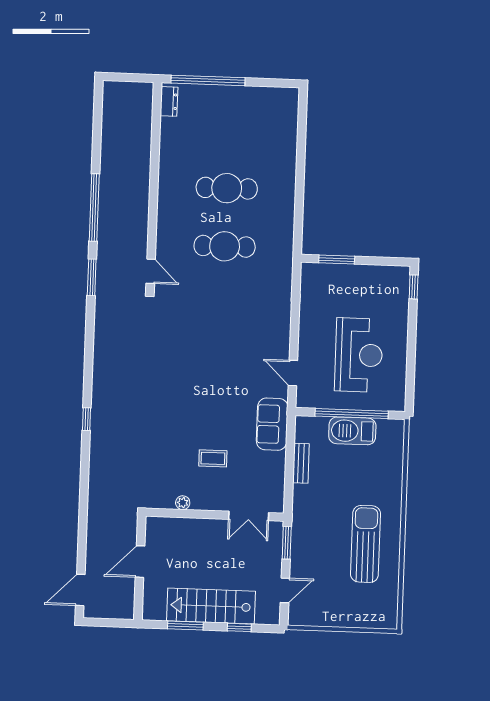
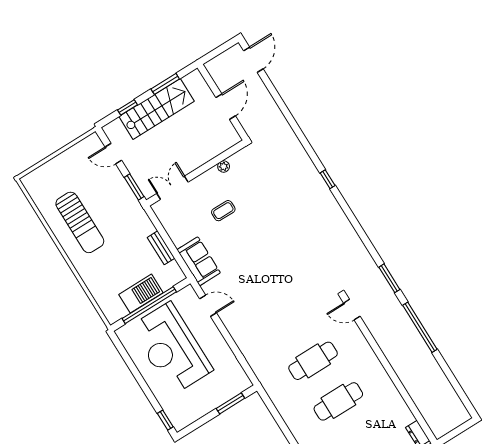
reception desk: (359, 355) -> (171, 348), width x1.36, depth x1.30
door: (285, 590) -> (113, 154), hinge flipped

